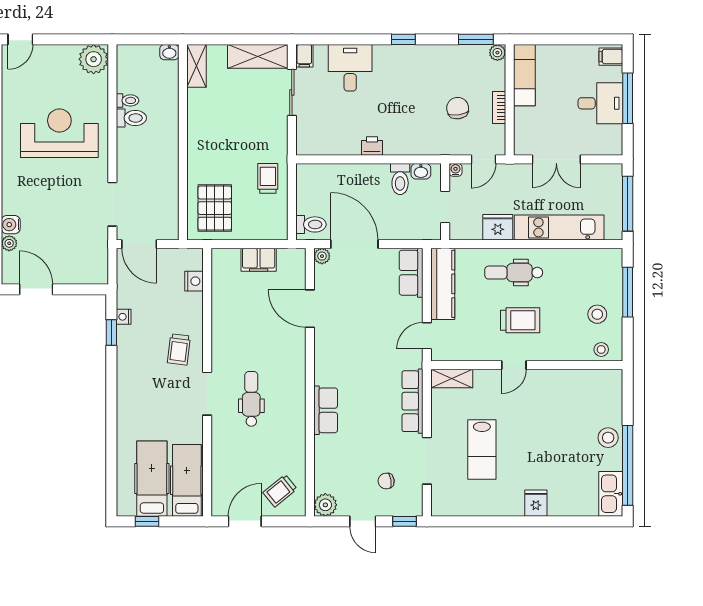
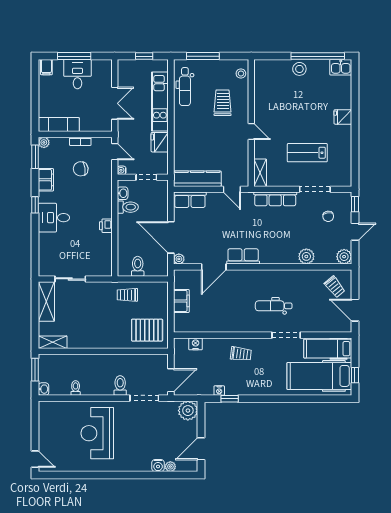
window: (155, 39) -> (35, 370), added
washbasin: (169, 52) -> (44, 389), moved
filing cabinet: (304, 56) -> (46, 180), moved, width x2.00
plant: (94, 59) -> (188, 411), moved
desk: (350, 68) -> (54, 218), moved
toilet: (131, 118) -> (120, 385), moved
window: (628, 204) -> (144, 56), width x0.46
toilet: (311, 224) -> (138, 266), moved
door: (354, 244) -> (171, 237), hinge flipped
dental chair: (514, 273) -> (185, 87), moved
stool: (597, 314) -> (217, 76), removed
trolley: (520, 320) -> (223, 103), moved
doorway: (207, 394) -> (286, 335), moved
row of seats: (326, 410) -> (243, 256), moved
plant: (326, 448) -> (306, 256), added
lab bench: (482, 449) -> (307, 153), turned 180
hospital bed: (152, 479) -> (319, 376), width x1.37, depth x1.29
kitchen sink: (611, 494) -> (341, 67), width x0.73

